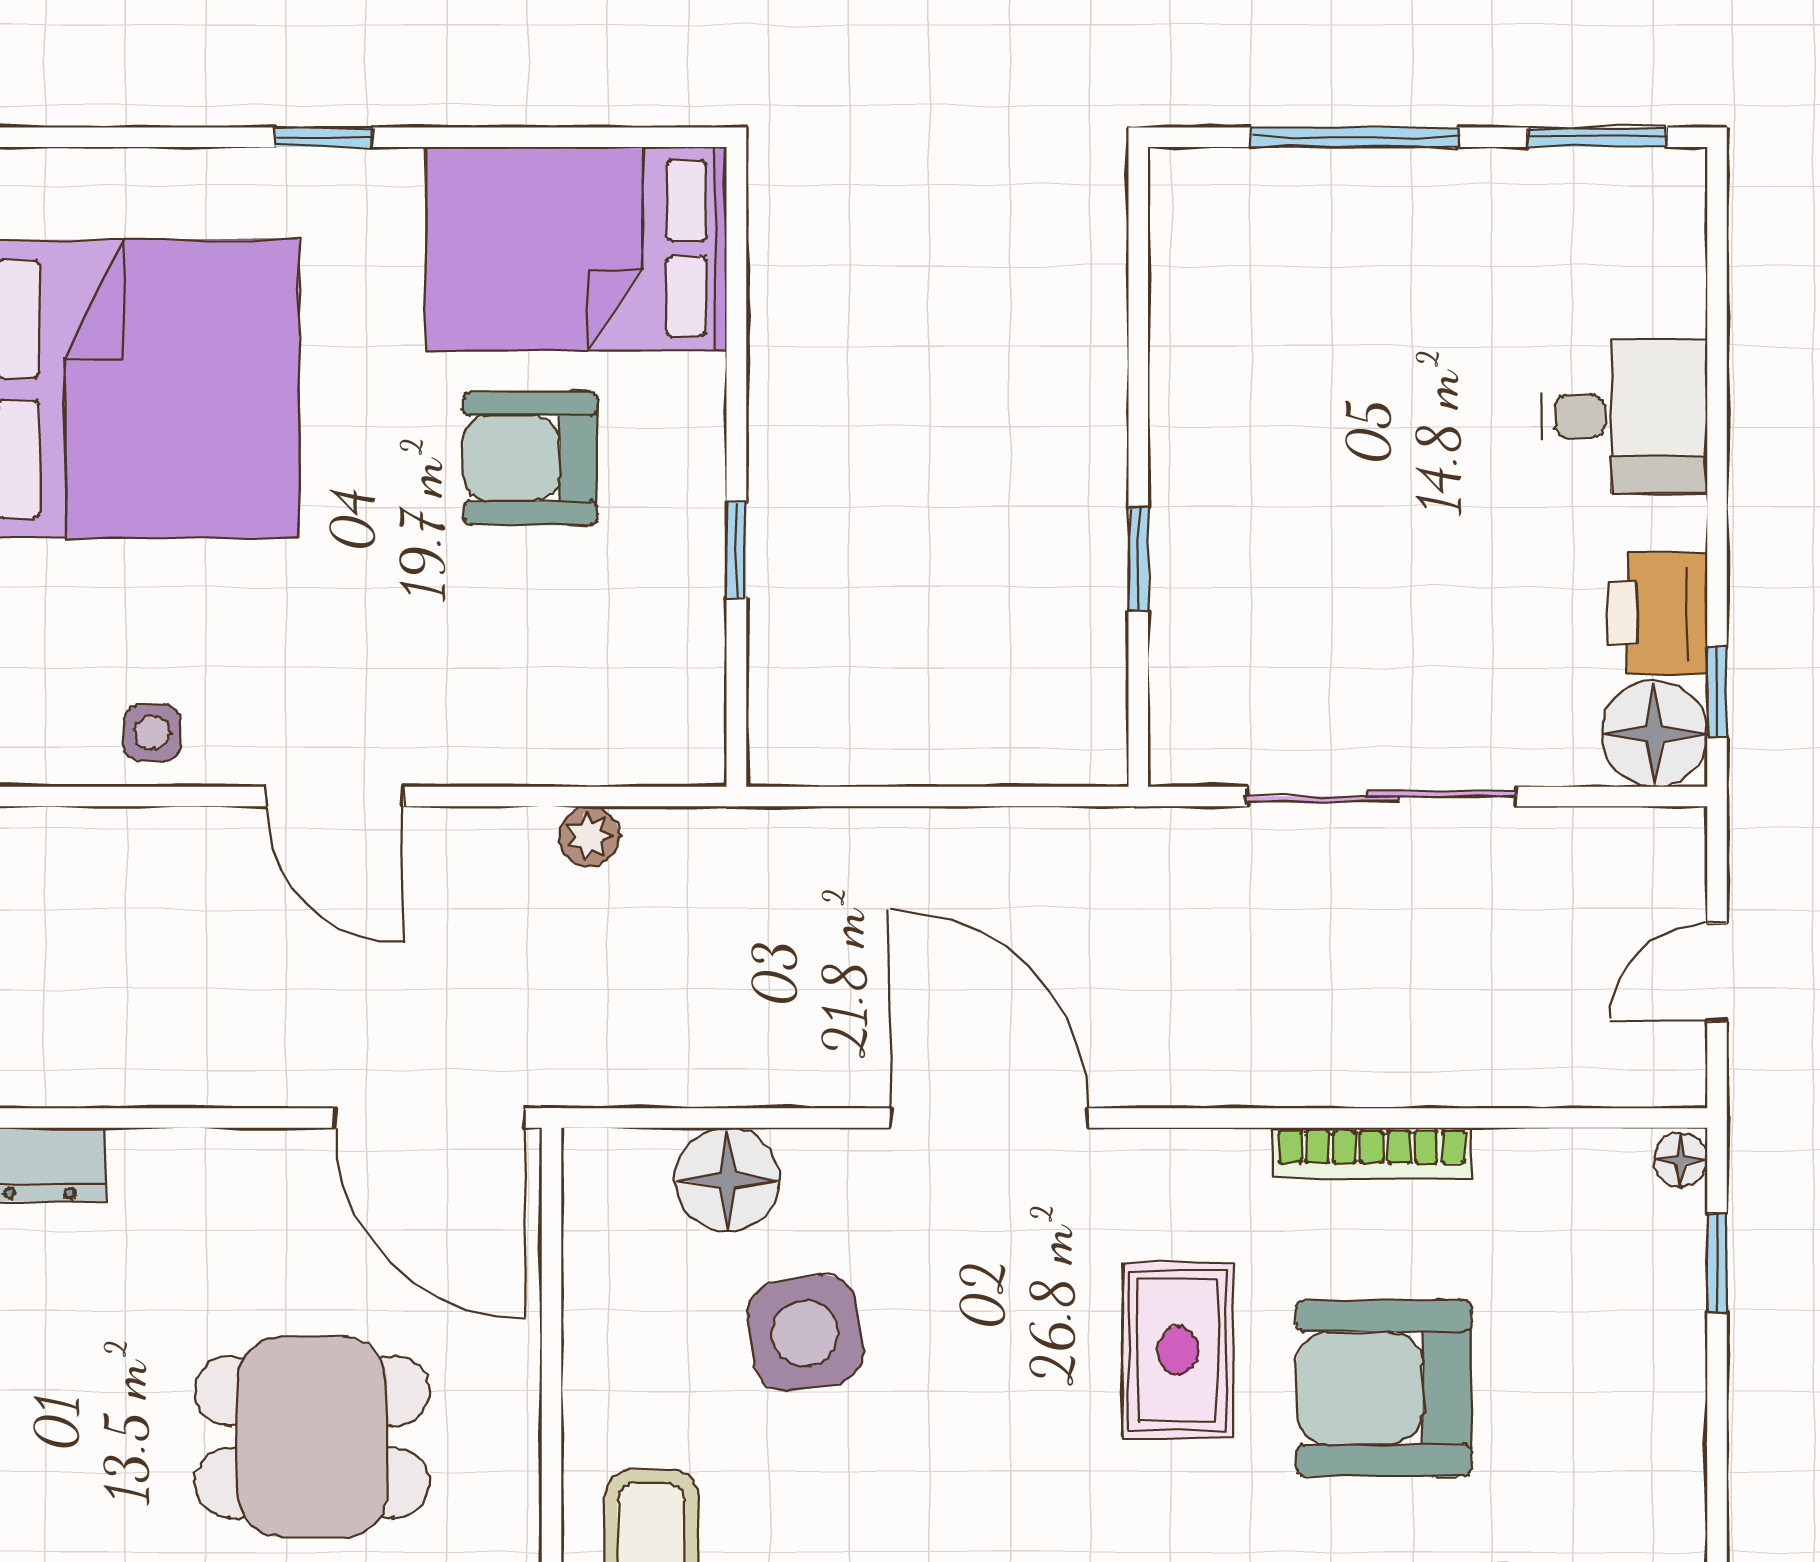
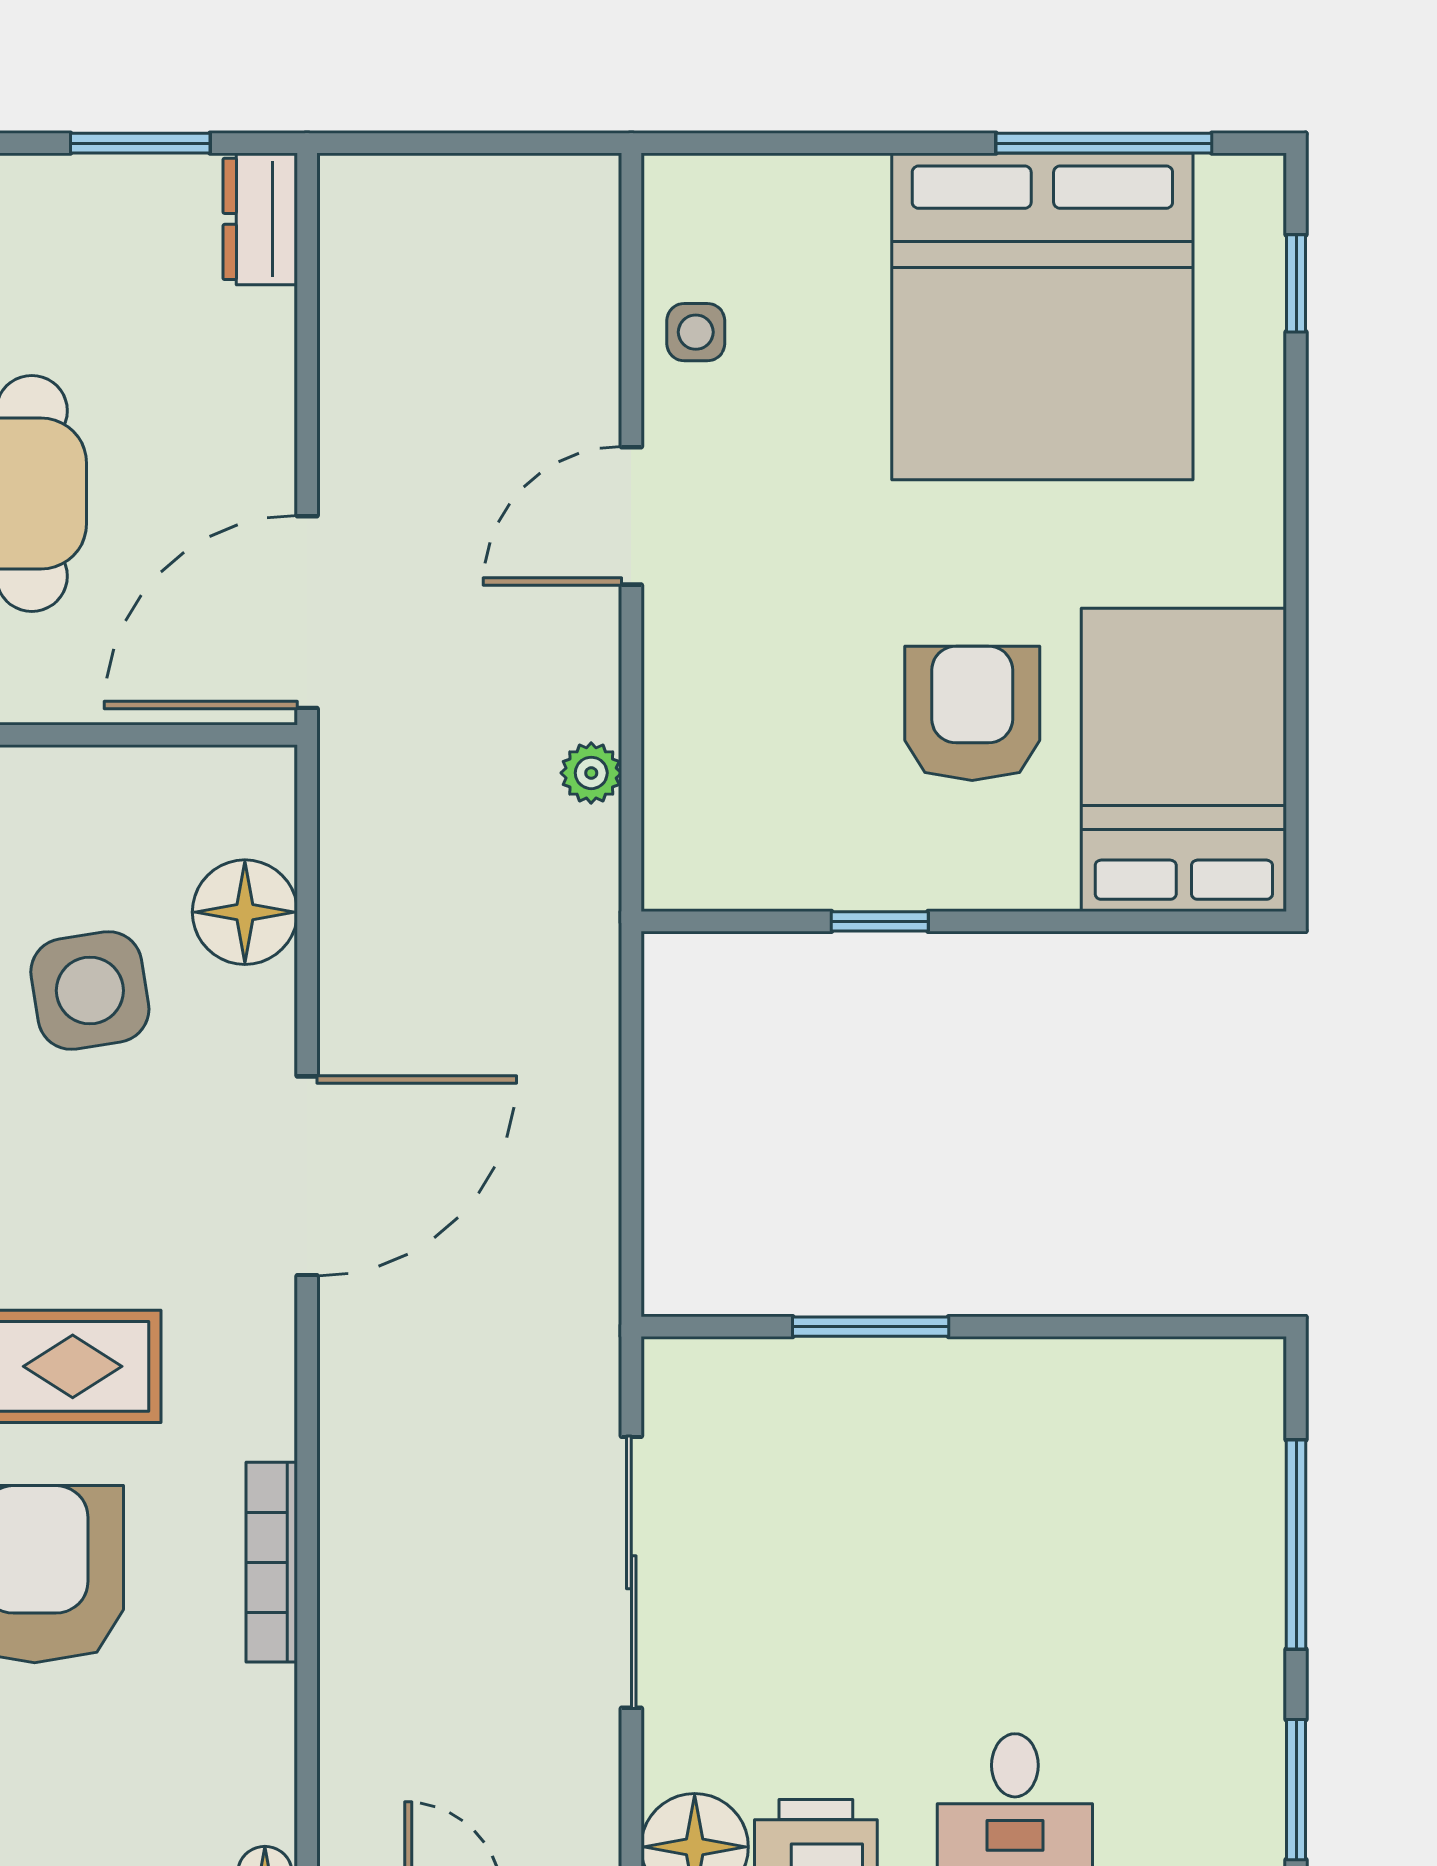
window: (323, 137) -> (1296, 283), moved
window: (1138, 559) -> (871, 1327), width x1.50

